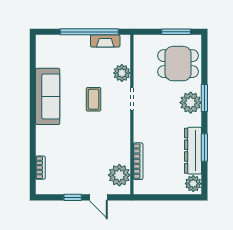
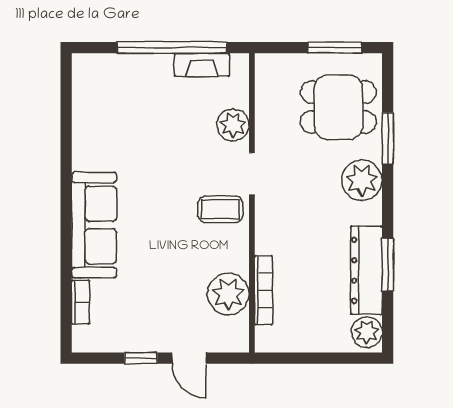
sofa: (48, 96) -> (94, 225), moved
window: (204, 98) -> (388, 138), moved
coffee table: (94, 99) -> (220, 209), moved, turned 90
plant: (119, 175) -> (228, 294), moved

